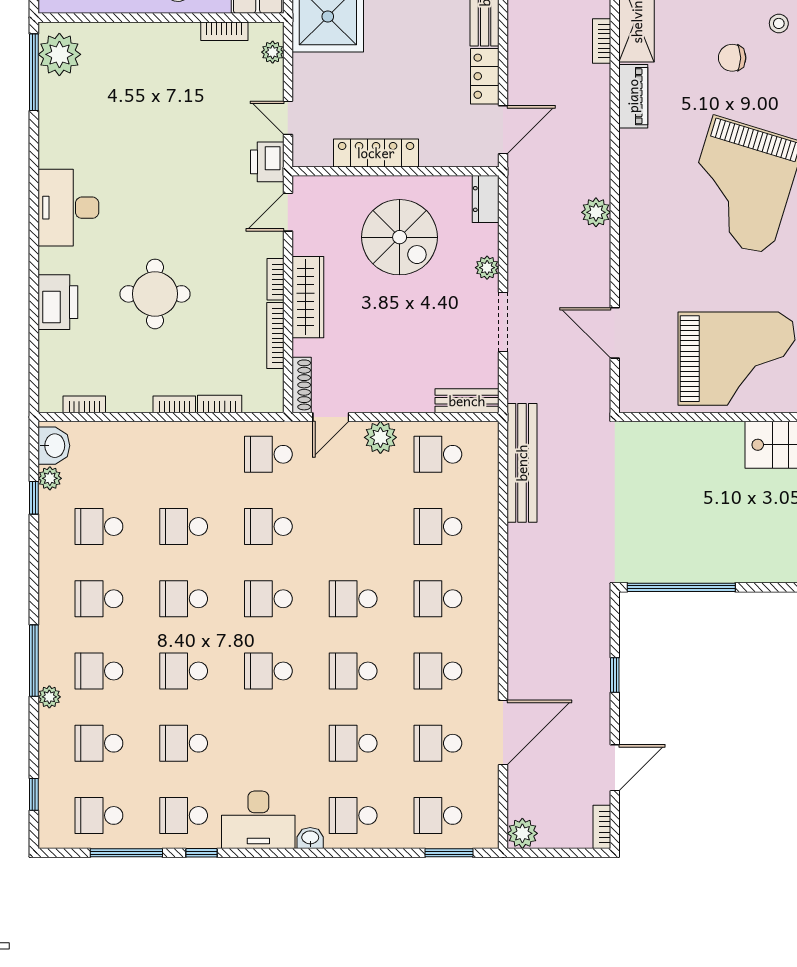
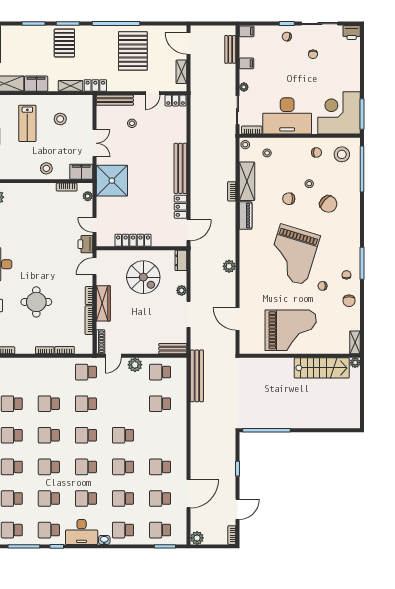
school desk: (438, 599) -> (86, 498), moved

